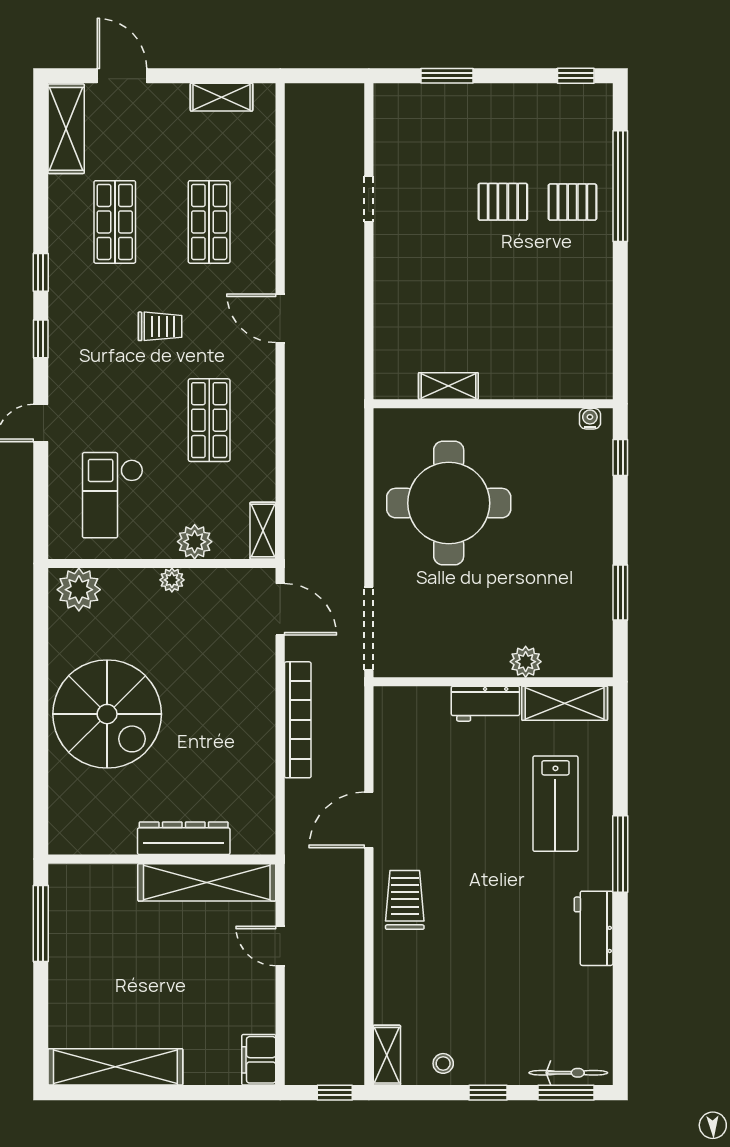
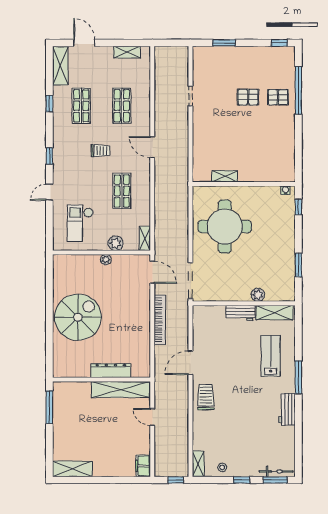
window: (41, 272) -> (49, 103), moved
plant: (79, 590) -> (66, 264), removed
spiral stairs: (107, 714) -> (78, 317), turned -90
lab bench: (555, 804) -> (271, 356), turned 180
shelving: (115, 1067) -> (72, 469), width x0.68

